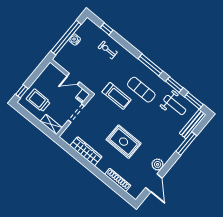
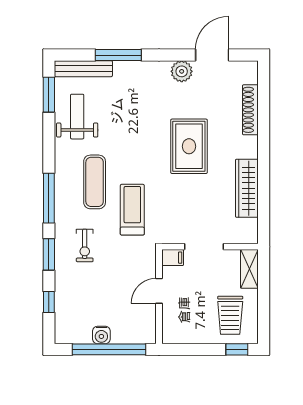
exercise bike: (108, 50) -> (85, 245), moved
door: (73, 79) -> (159, 291), swing flipped
window: (174, 85) -> (49, 254), moved

